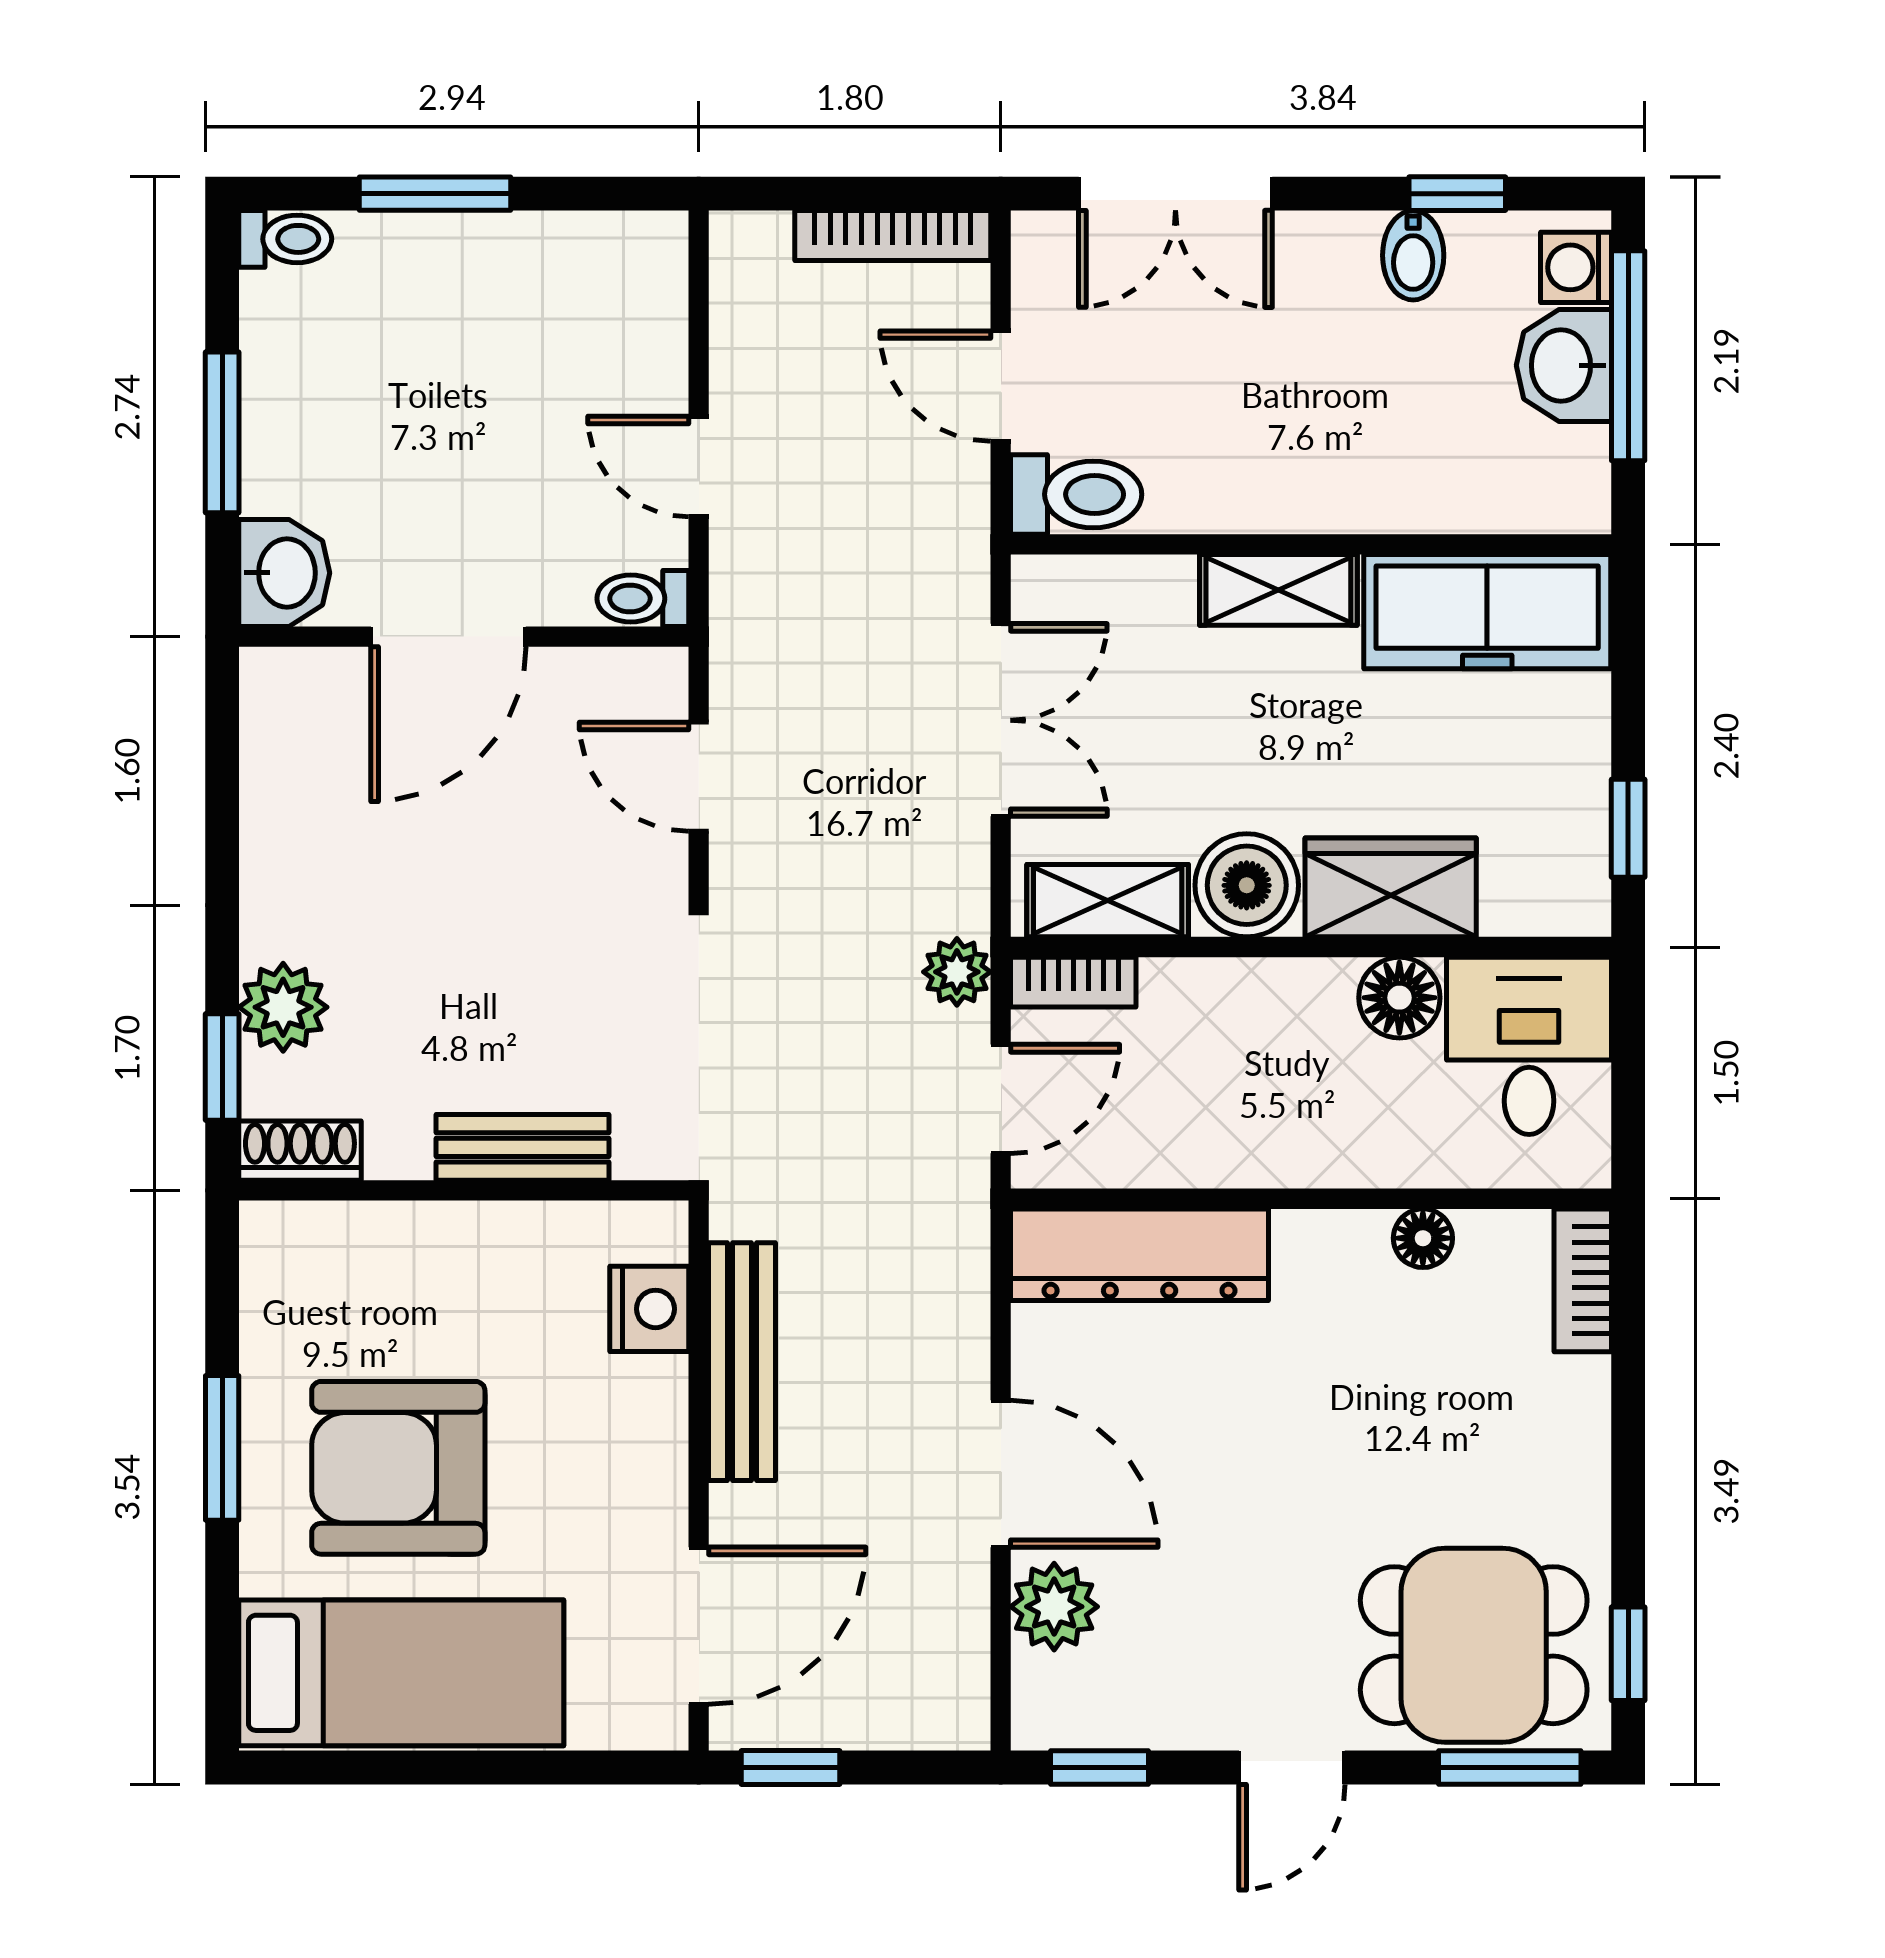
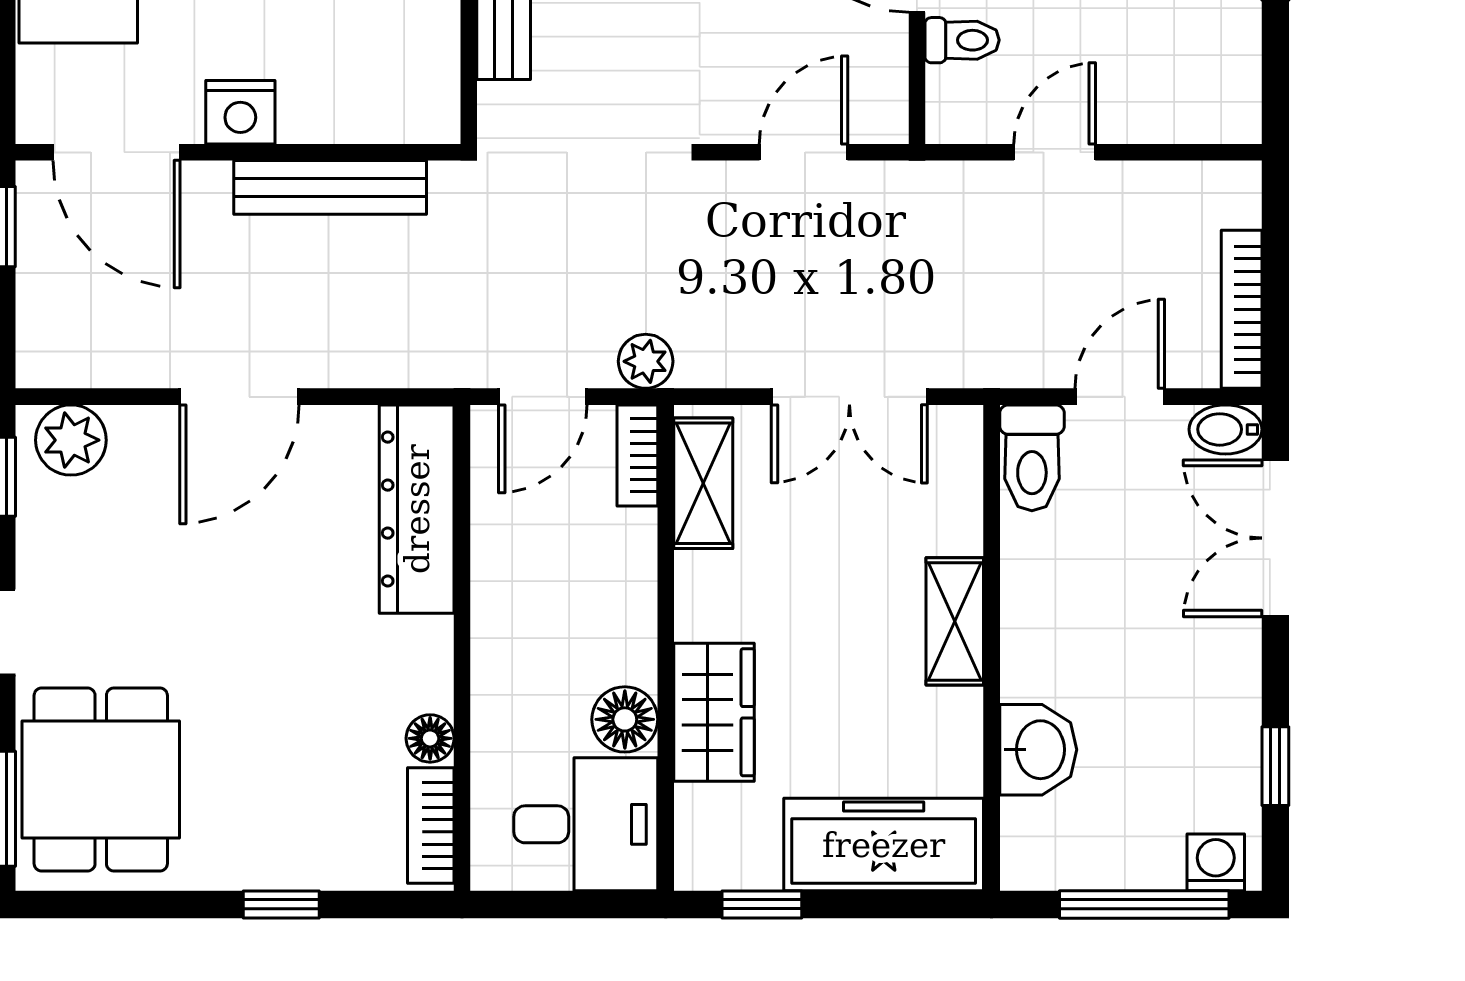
bidet: (1413, 255) -> (1226, 429), moved
washbasin: (1564, 365) -> (1038, 750), moved, turned 90
toilet: (643, 598) -> (962, 40), moved, turned 90
freezer: (1487, 612) -> (884, 845), moved, turned 90
boiler: (1247, 885) -> (716, 596), removed
door: (1001, 1099) -> (543, 397), hinge flipped
bookcase: (1583, 1280) -> (431, 826), moved, turned -90
nightstand: (649, 1309) -> (240, 112), moved
plant: (1054, 1607) -> (71, 440), moved
window: (1628, 1654) -> (281, 904), moved

